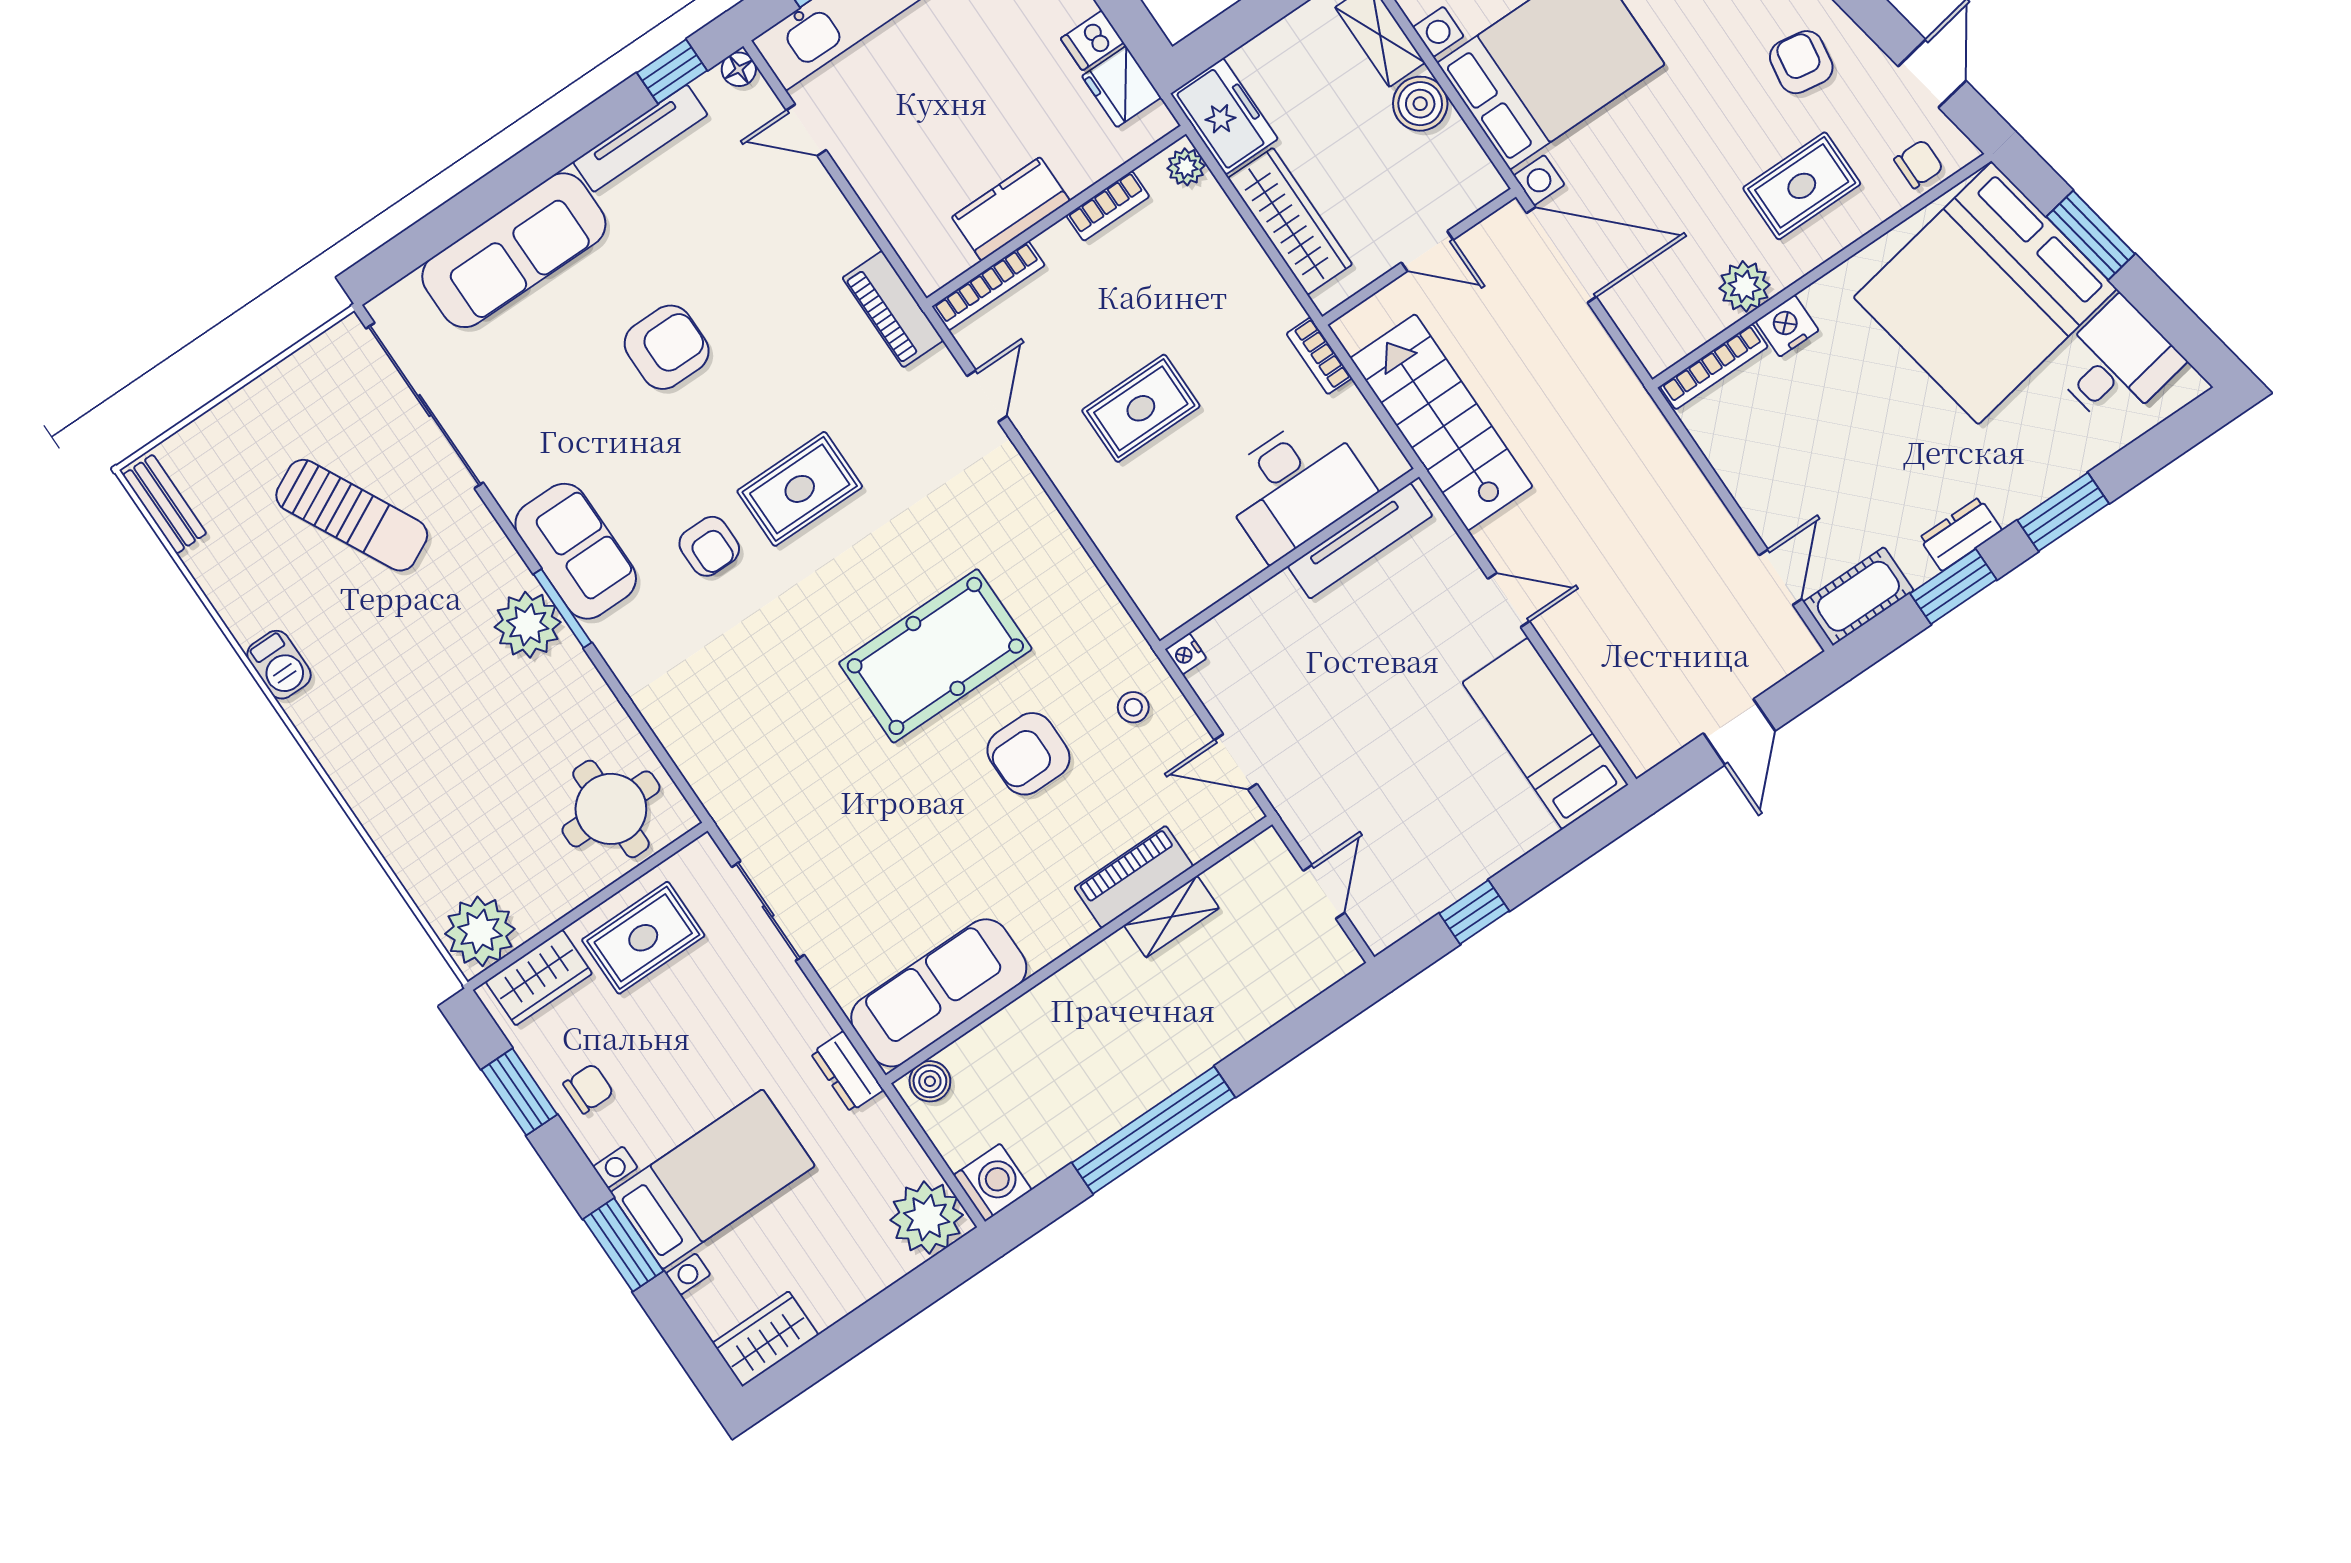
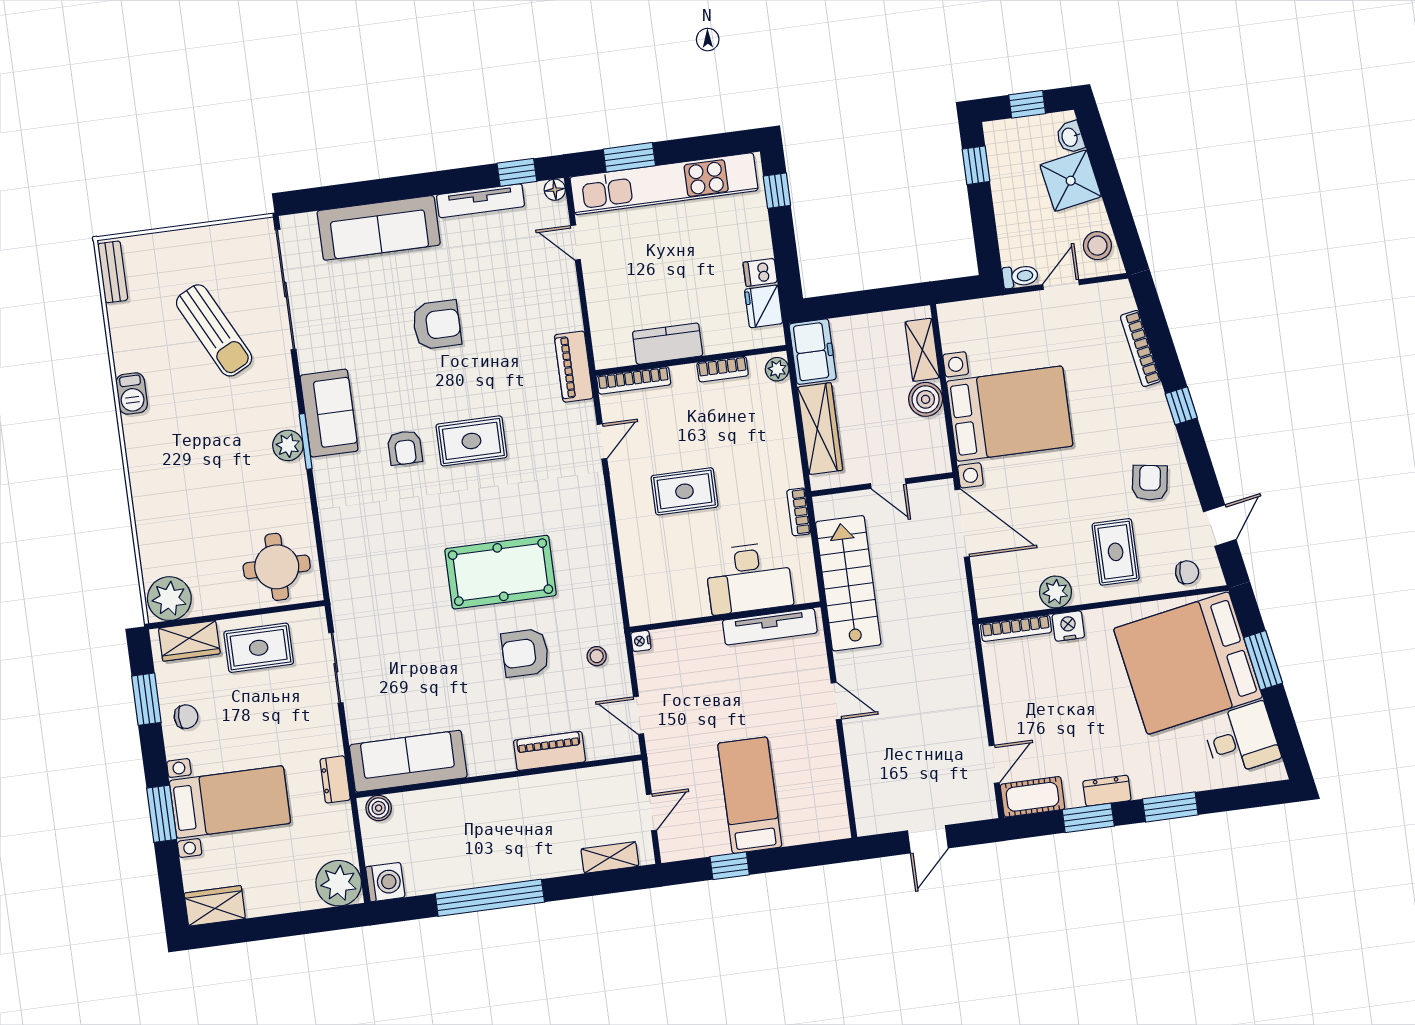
rug: (1802, 186) -> (1116, 552), turned 90
plant: (528, 625) -> (288, 445), width x0.73, depth x0.73
bed: (1545, 733) -> (750, 795), moved
shelving: (1171, 917) -> (610, 857), moved

